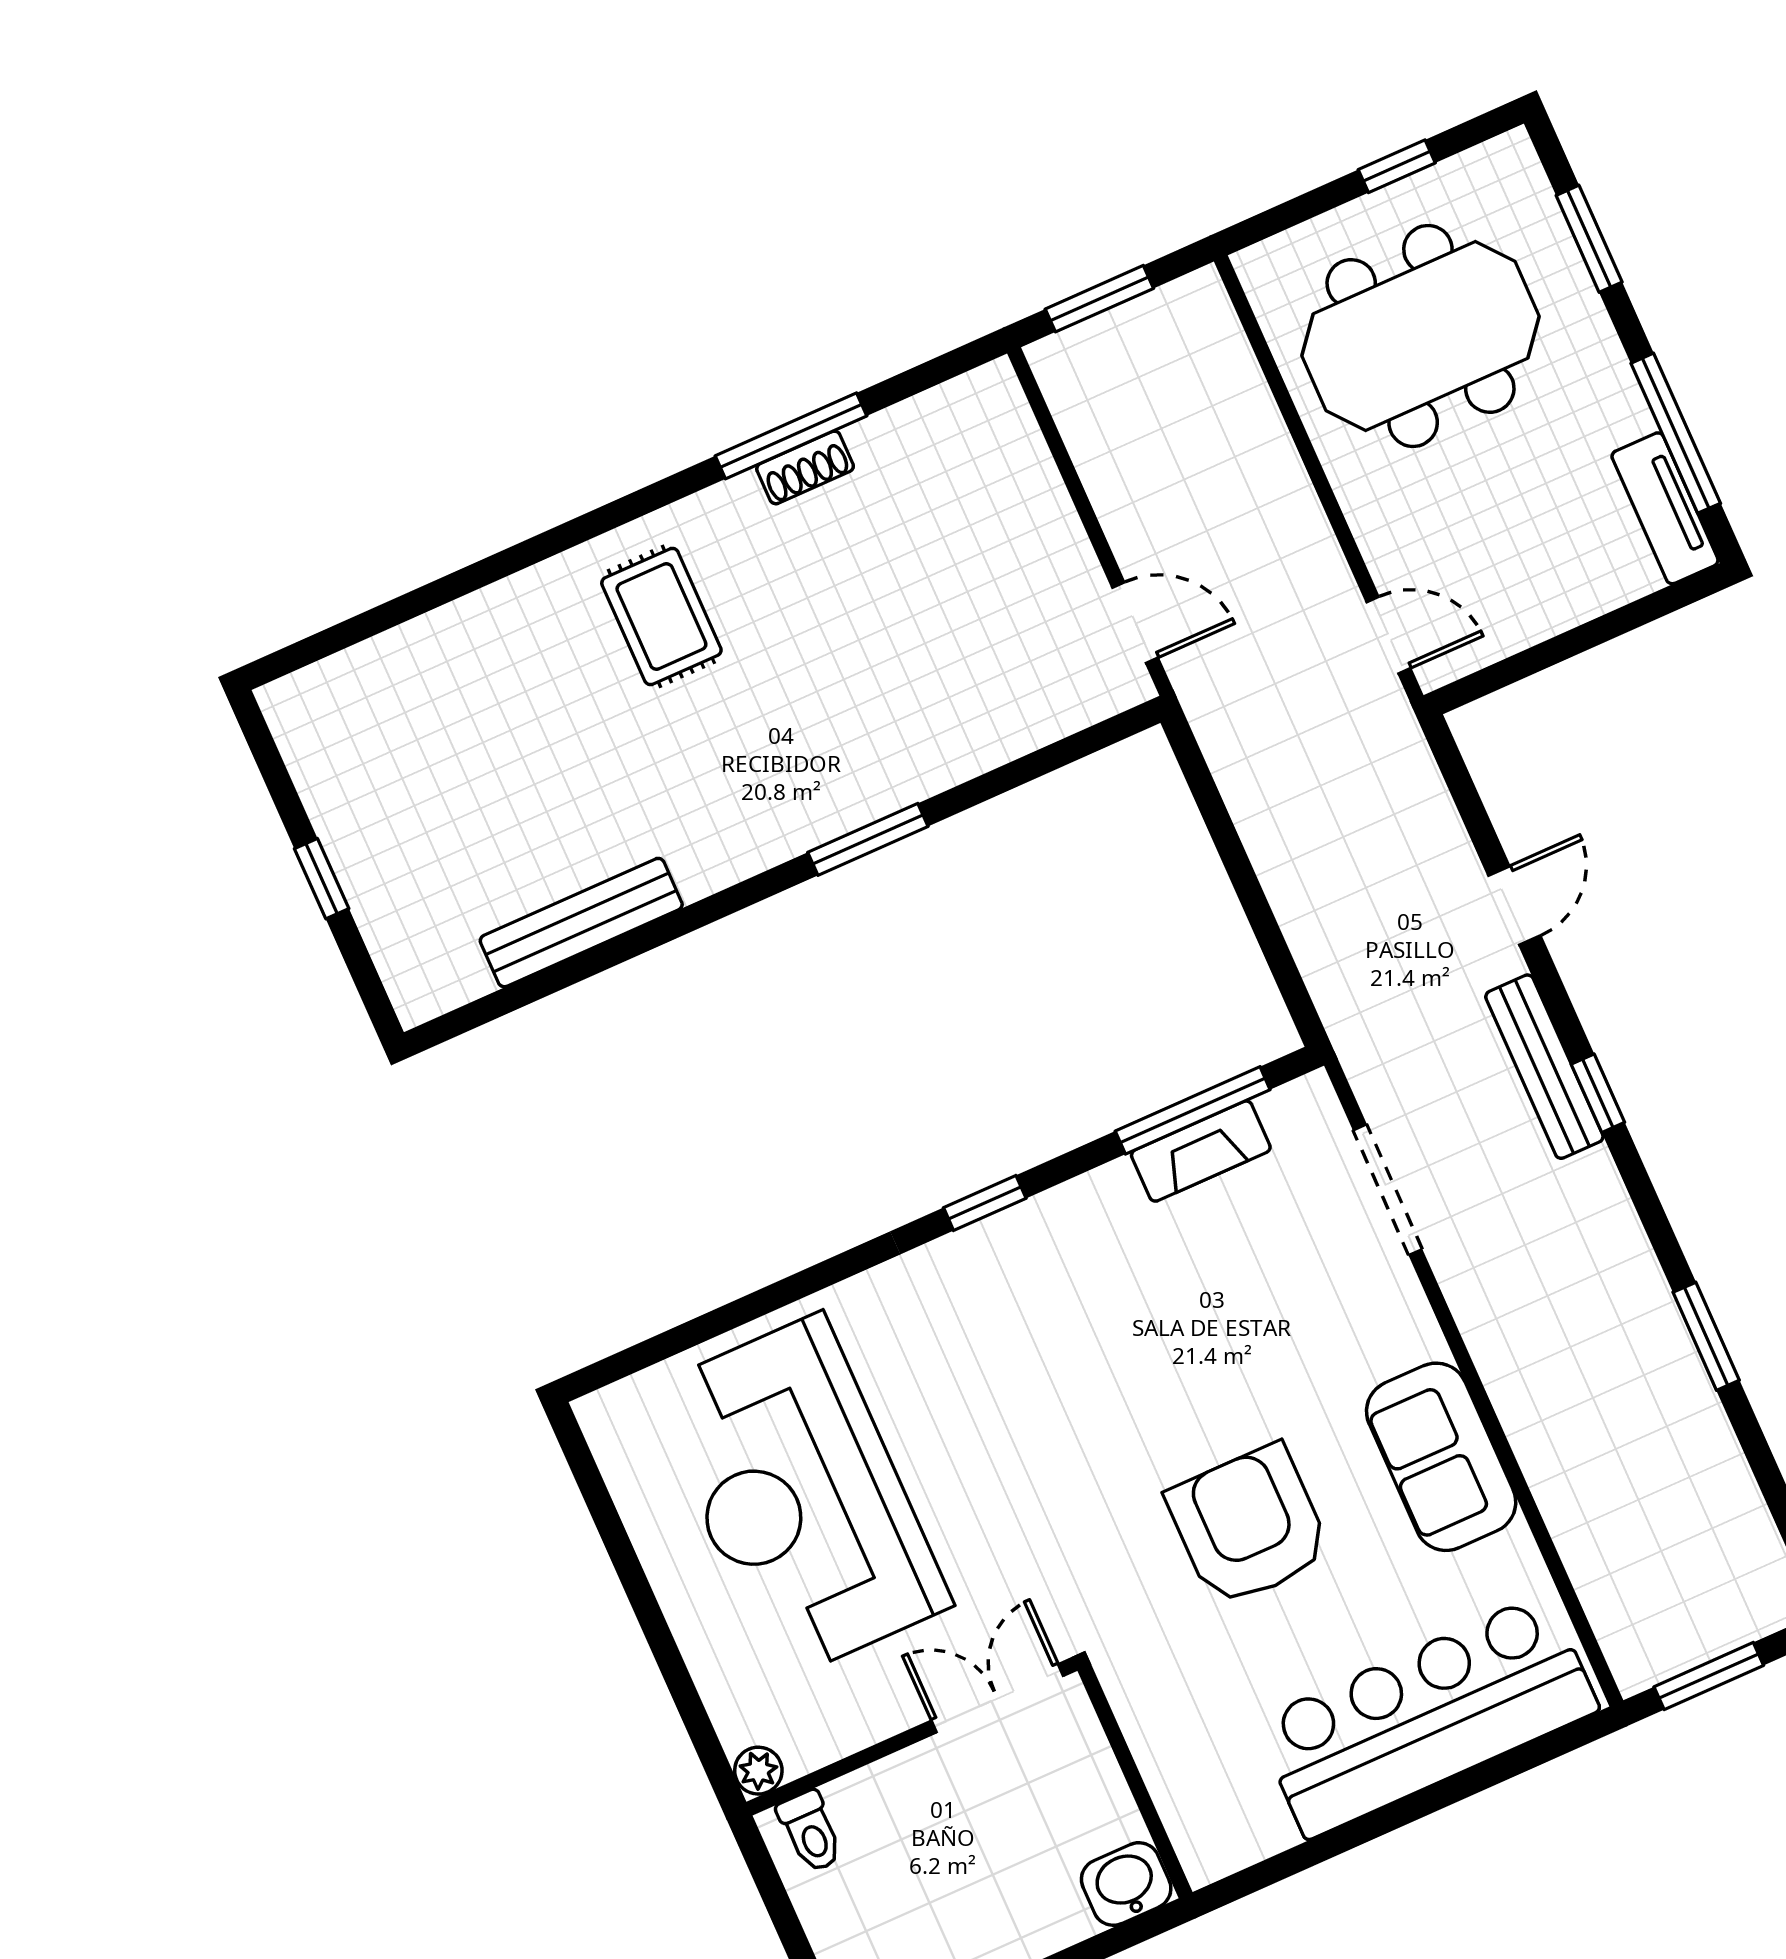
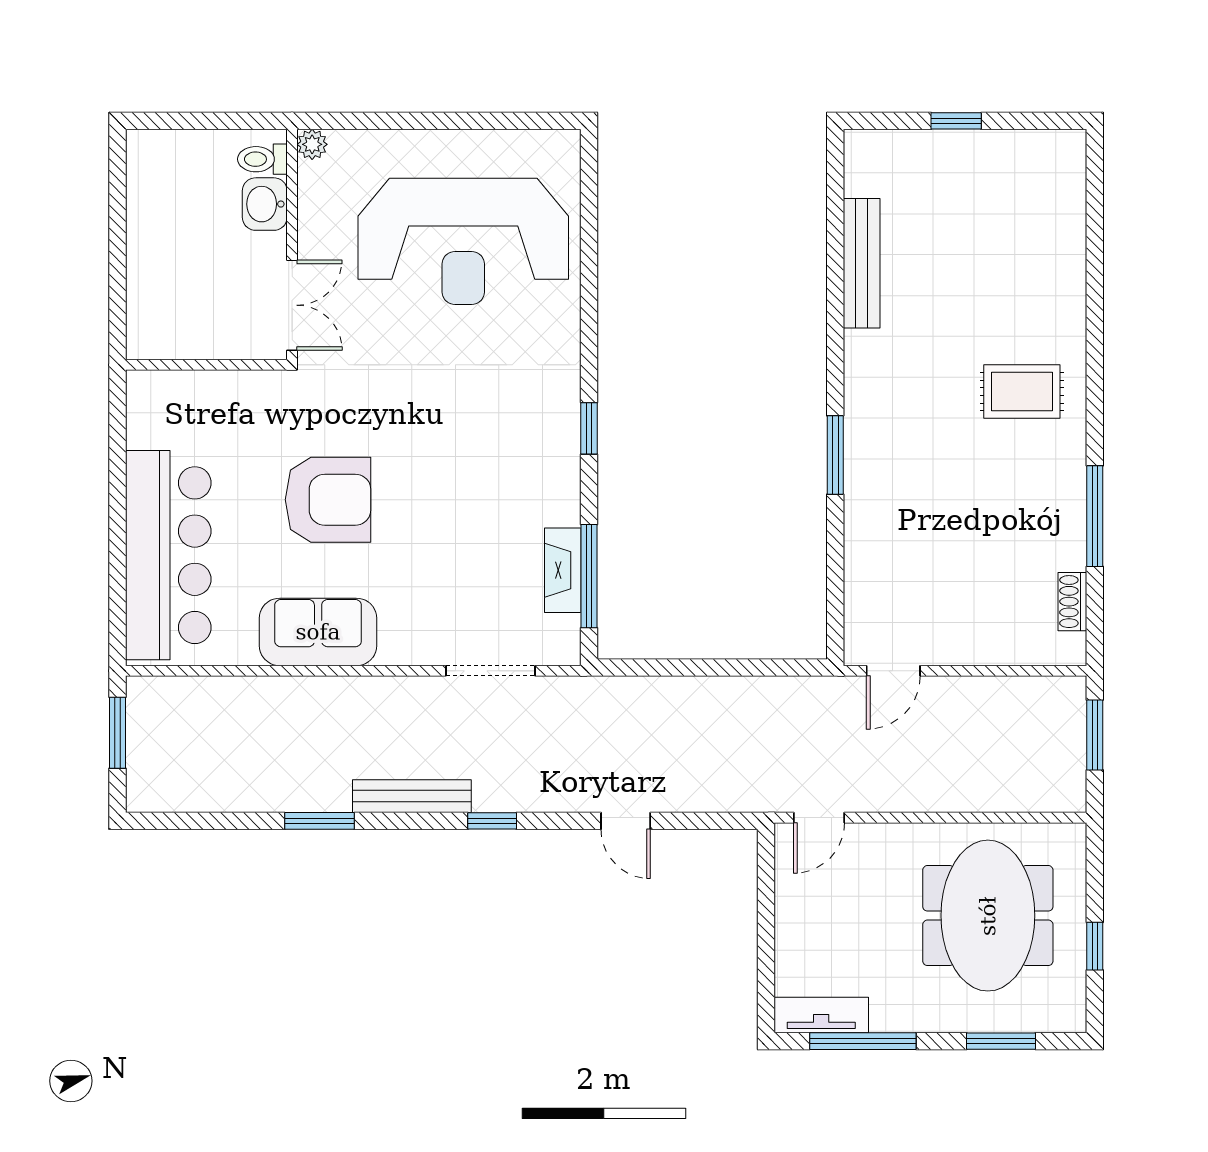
shoe rack: (805, 467) -> (1072, 602), moved
bench: (1544, 1067) -> (412, 796), moved
reception desk: (800, 1497) -> (463, 241), turned 180
washbasin: (1126, 1884) -> (265, 204), moved, turned 180

